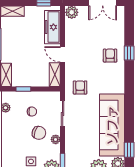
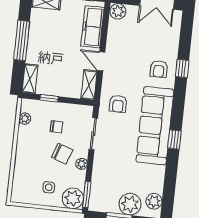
armchair: (110, 56) -> (159, 69), turned 180
armchair: (80, 87) -> (118, 104), turned 180
sofa: (112, 125) -> (155, 126), moved
window: (129, 150) -> (174, 139), moved

